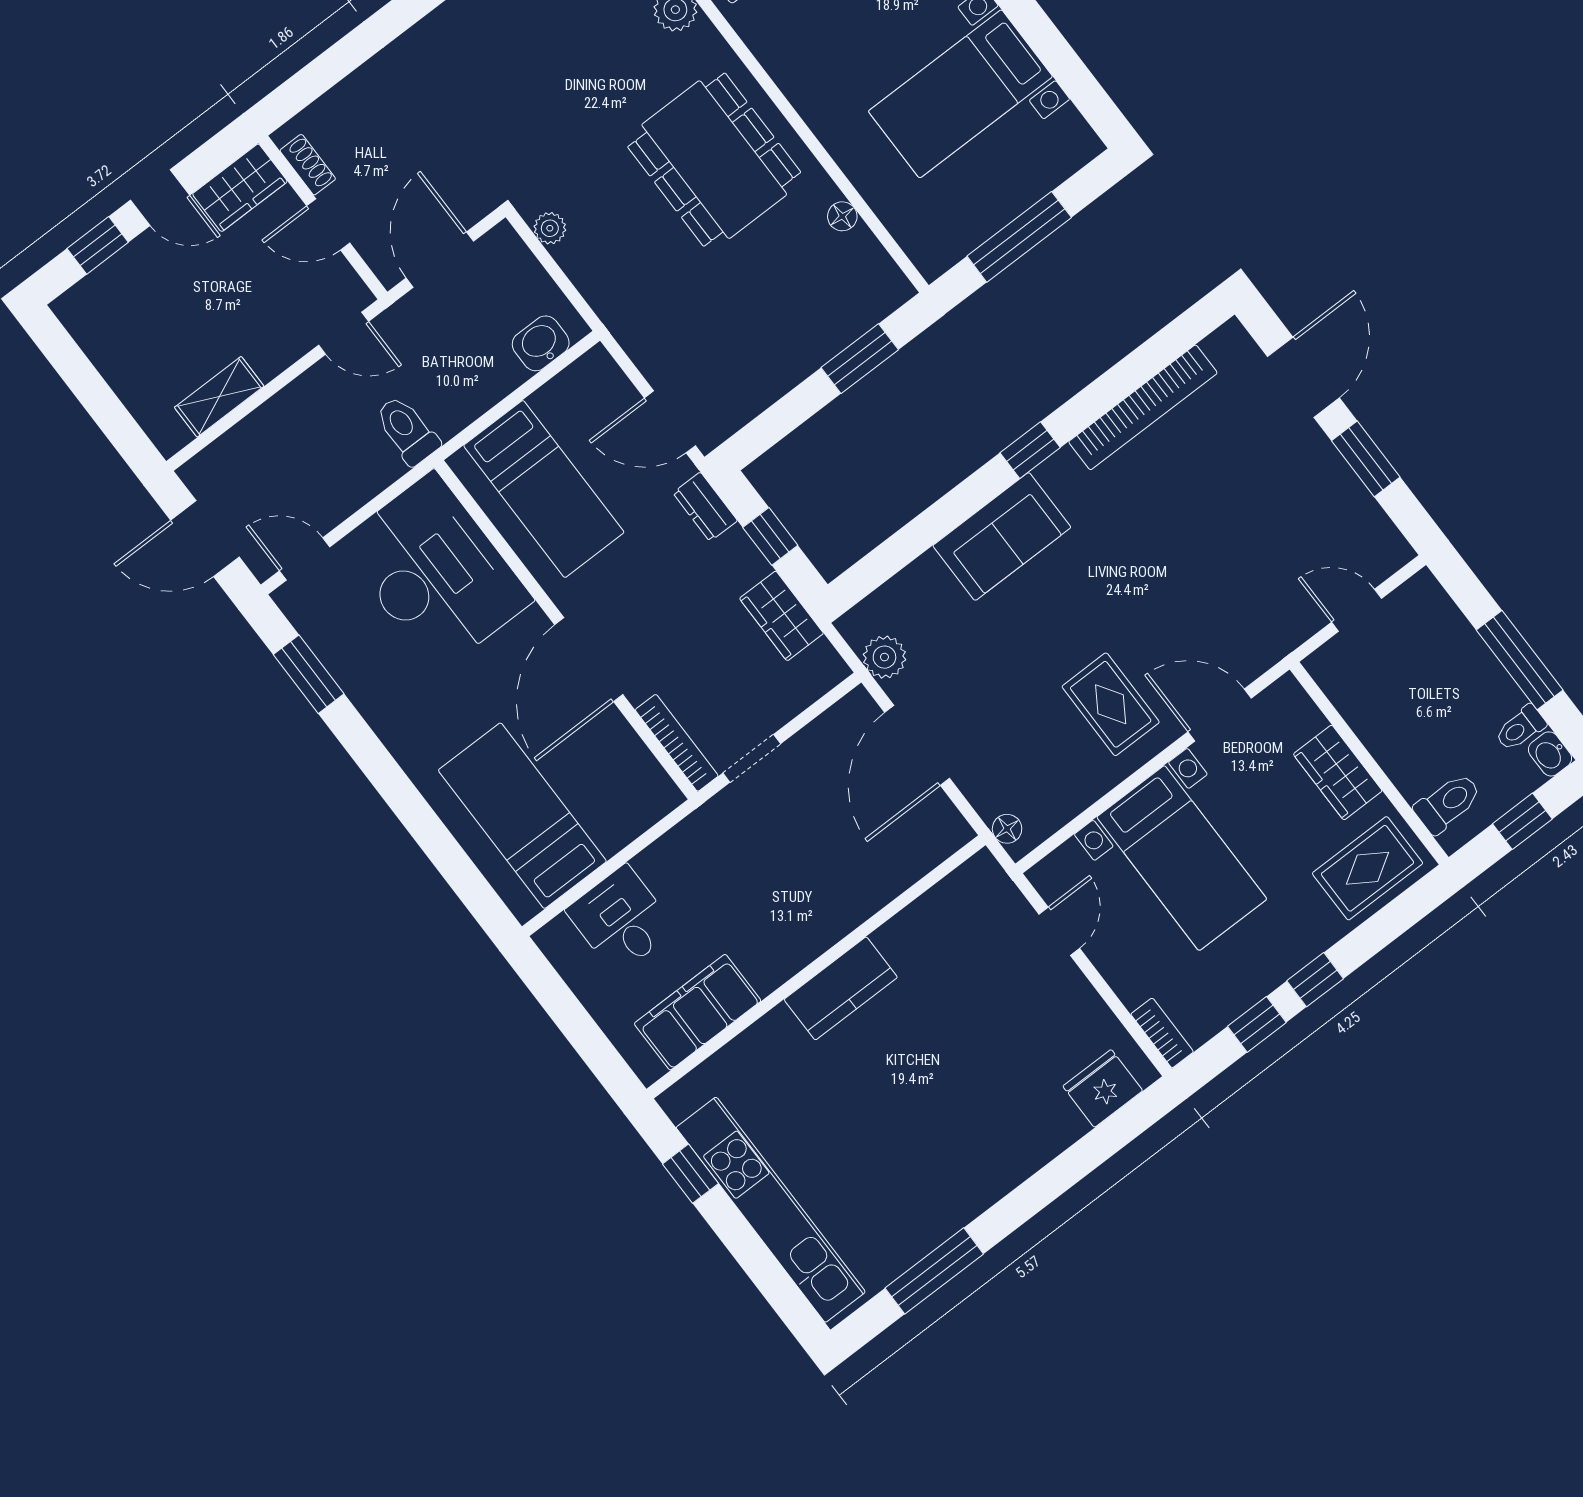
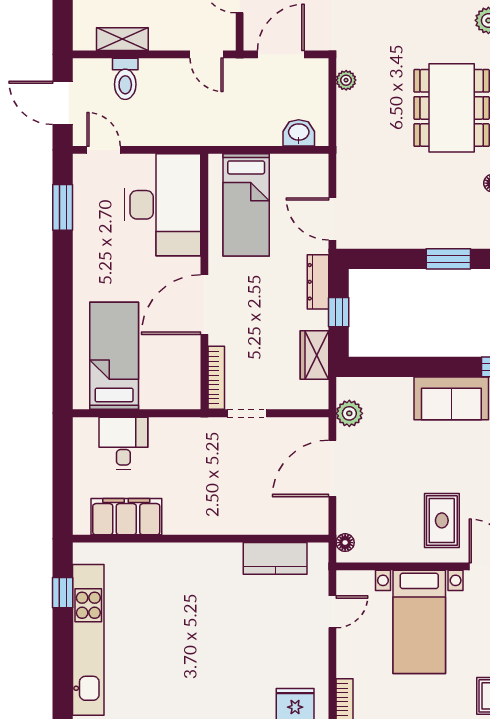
toilet: (407, 430) -> (125, 79), moved, turned 180
dresser: (705, 507) -> (318, 282), width x1.44
kitchen counter: (841, 988) -> (275, 558), moved

